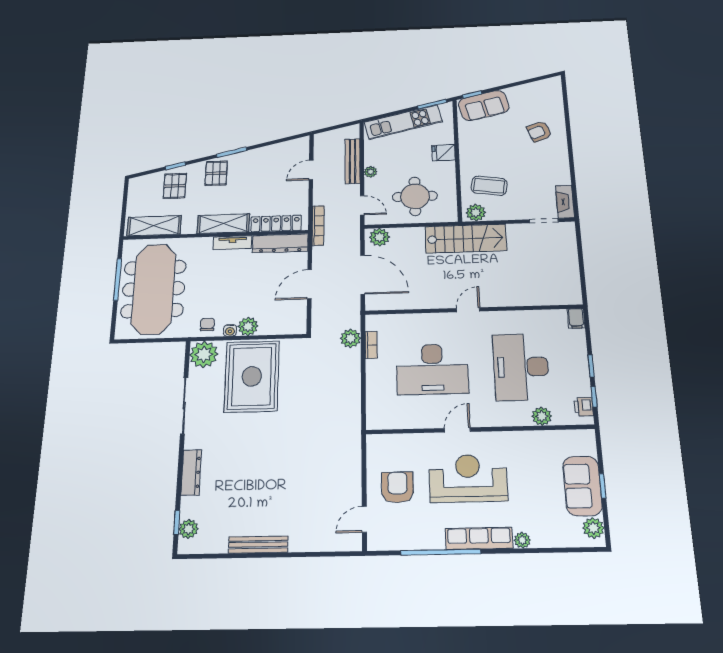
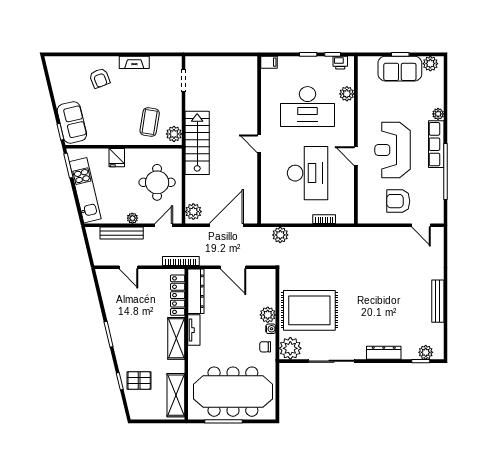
pallet: (216, 173) -> (128, 346), removed
fireplace: (565, 202) -> (134, 62), moved
bookcase: (371, 345) -> (324, 219), moved

